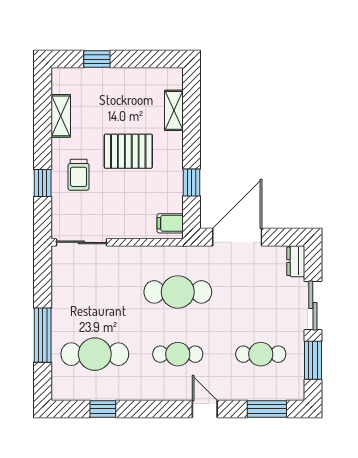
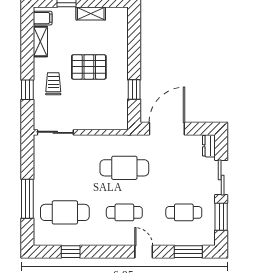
shelving: (174, 110) -> (91, 13), moved, turned 90
trolley: (79, 175) -> (53, 84), turned 180
filing cabinet: (170, 223) -> (43, 18), moved, turned 180

